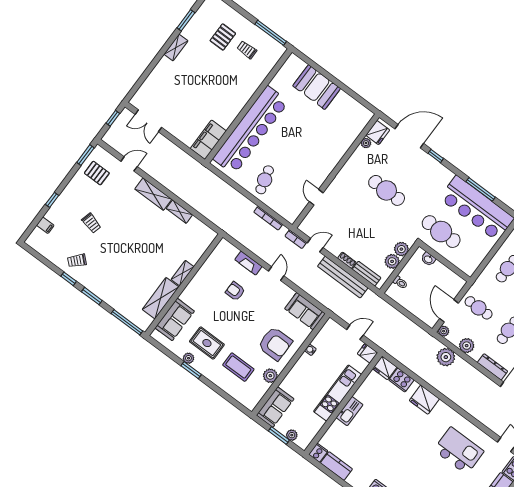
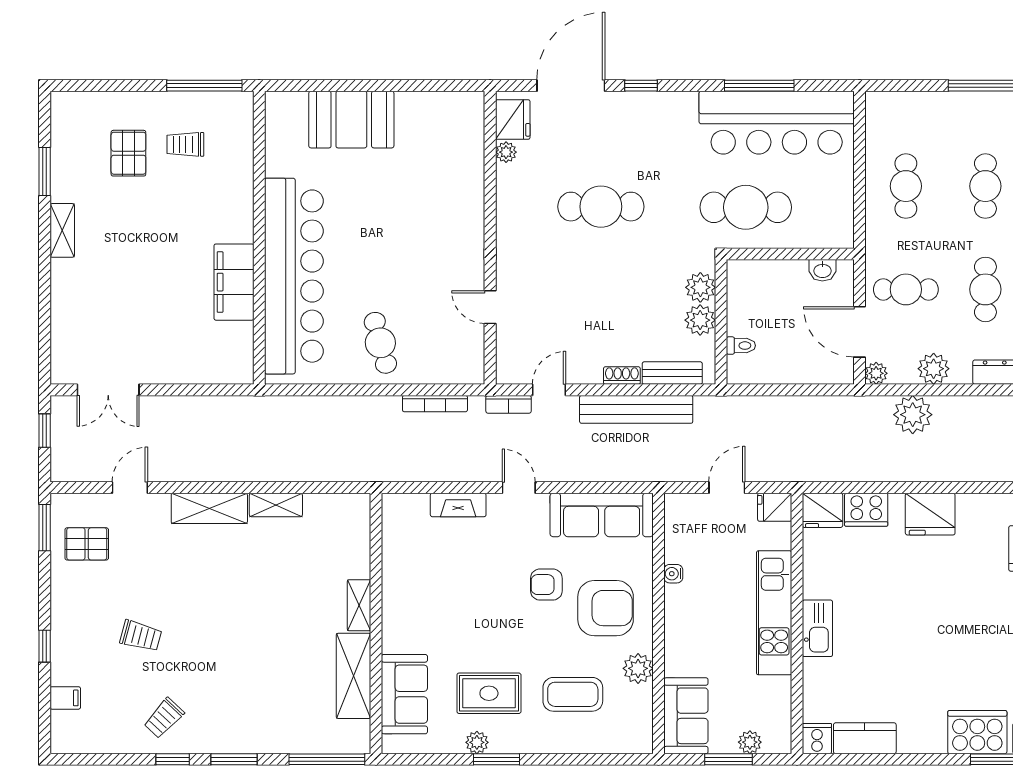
filing cabinet: (208, 140) -> (234, 282), moved
washbasin: (428, 259) -> (822, 270), moved
armchair: (235, 291) -> (546, 585), moved
sofa: (305, 311) -> (602, 515), width x1.36

